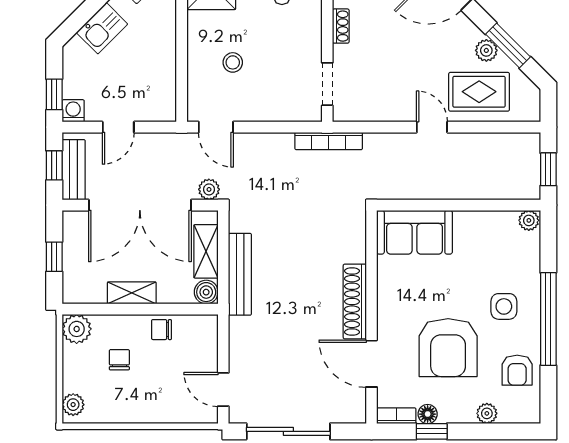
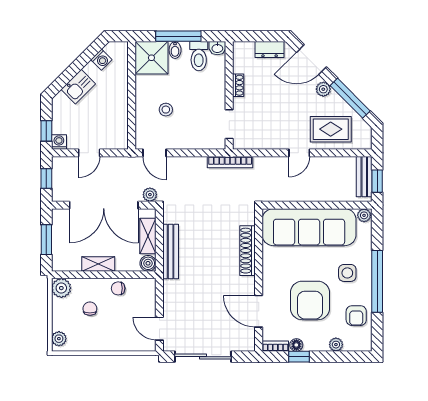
window: (508, 46) -> (350, 98), width x1.44
plant: (486, 50) -> (323, 89), moved
door: (432, 127) -> (299, 153), swing flipped
bench: (74, 170) -> (364, 177), moved
sofa: (415, 232) -> (309, 227), width x1.85, depth x1.27
window: (54, 257) -> (46, 240), width x1.50
shoe rack: (355, 302) -> (248, 251), moved

